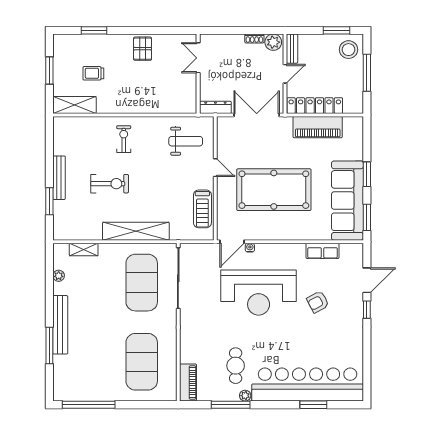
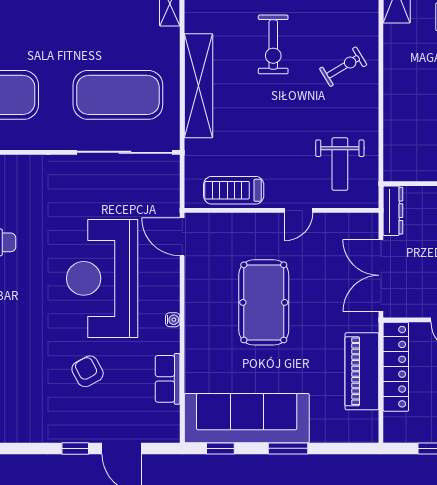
double door: (257, 115) -> (381, 275), swing flipped
exercise bike: (124, 139) -> (343, 67), turned -31
pool table: (274, 190) -> (264, 302), width x0.73, depth x0.76
window: (367, 217) -> (220, 448), width x0.67
water cooler: (250, 248) -> (173, 320), moved

